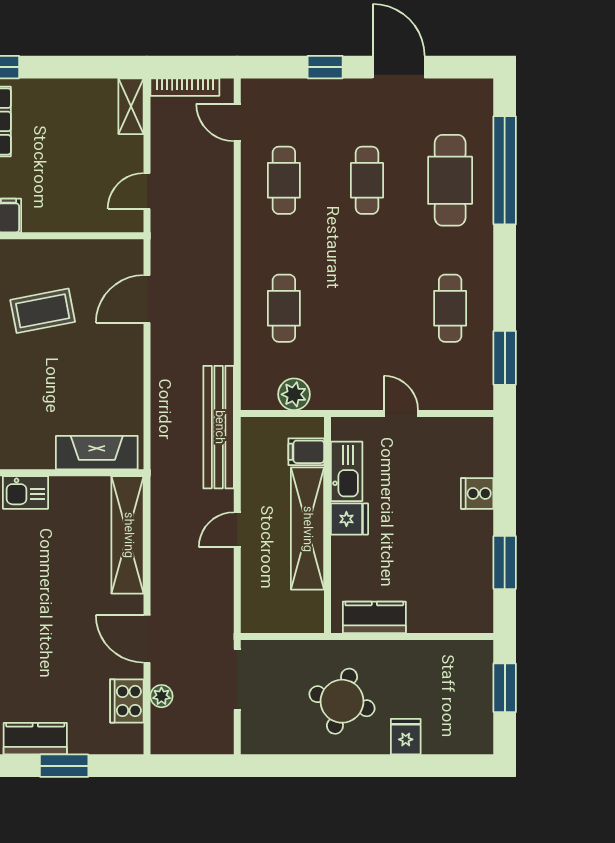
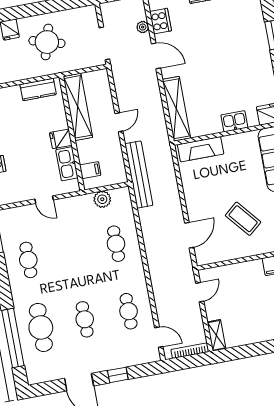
coffee table: (43, 311) -> (243, 219), turned 61
shelving: (307, 529) -> (78, 107), moved

